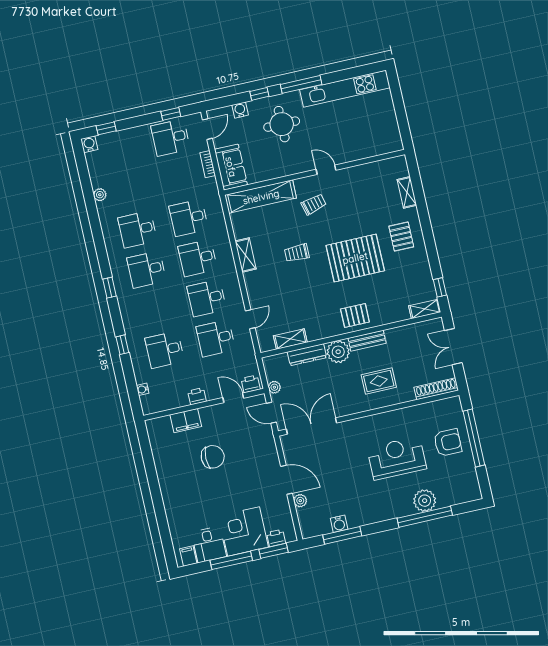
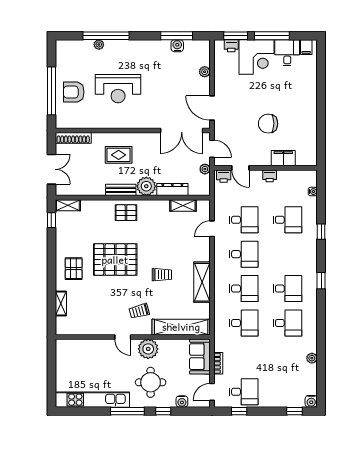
plant: (293, 162) -> (148, 349), added
shelving: (246, 255) -> (202, 282), width x1.50, depth x1.33
door: (286, 480) -> (212, 108), moved
plant: (425, 501) -> (99, 45), width x0.53, depth x0.53

